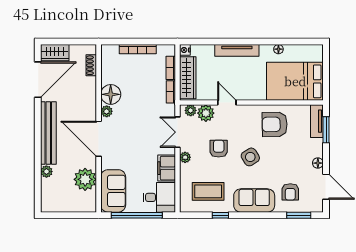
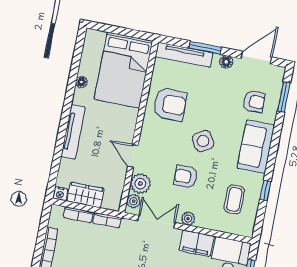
wardrobe: (188, 78) -> (86, 195), width x0.67
door: (227, 103) -> (133, 156), hinge flipped
tv unit: (317, 121) -> (184, 55), width x1.41
armchair: (275, 124) -> (170, 104), turned -89
window: (326, 130) -> (205, 48), moved
double door: (178, 132) -> (156, 222), swing flipped
coffee table: (208, 191) -> (234, 199), width x0.73, depth x0.77

